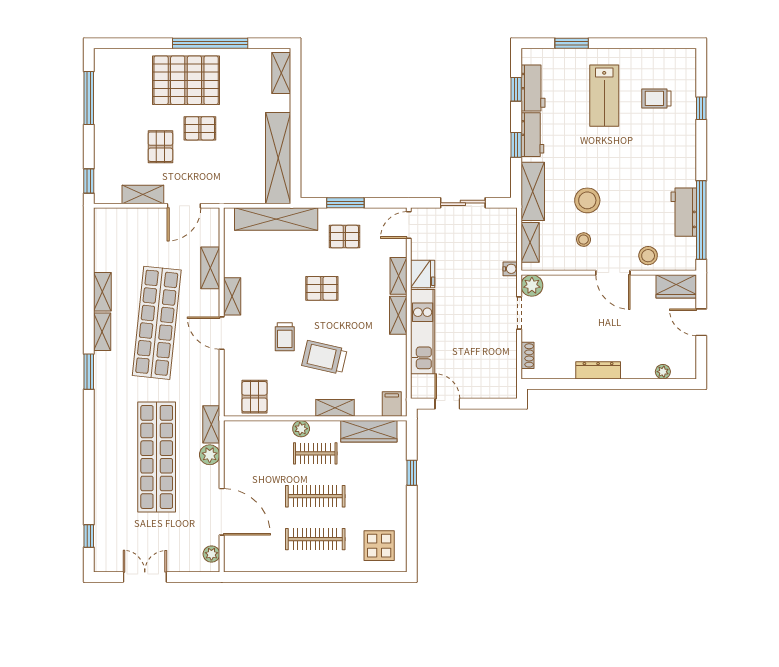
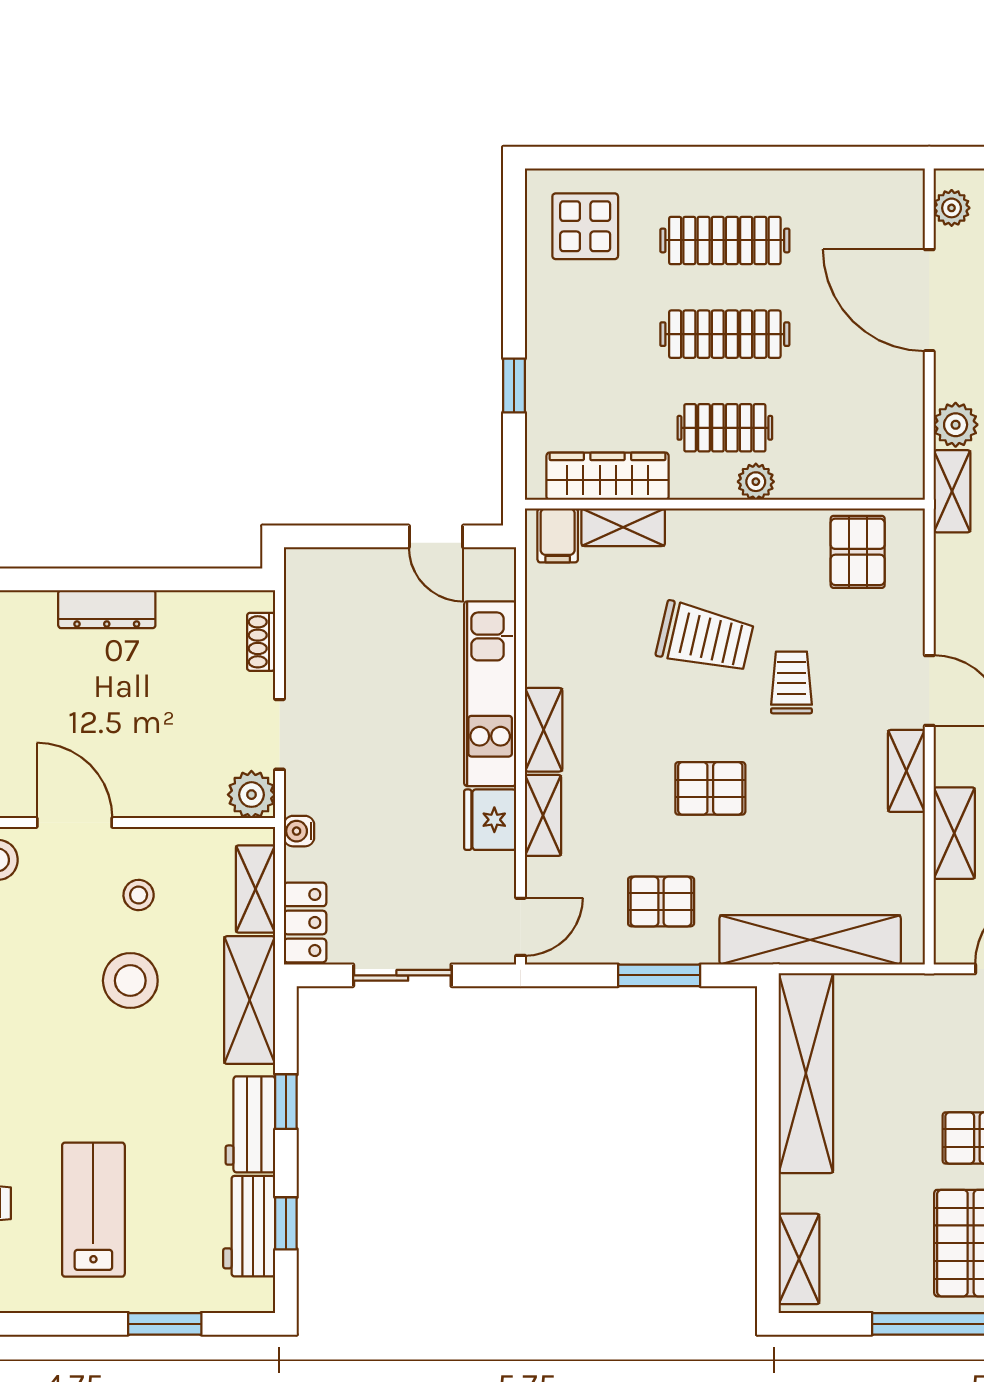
locker: (507, 227) -> (305, 922), added
shelving: (335, 408) -> (623, 527), moved

